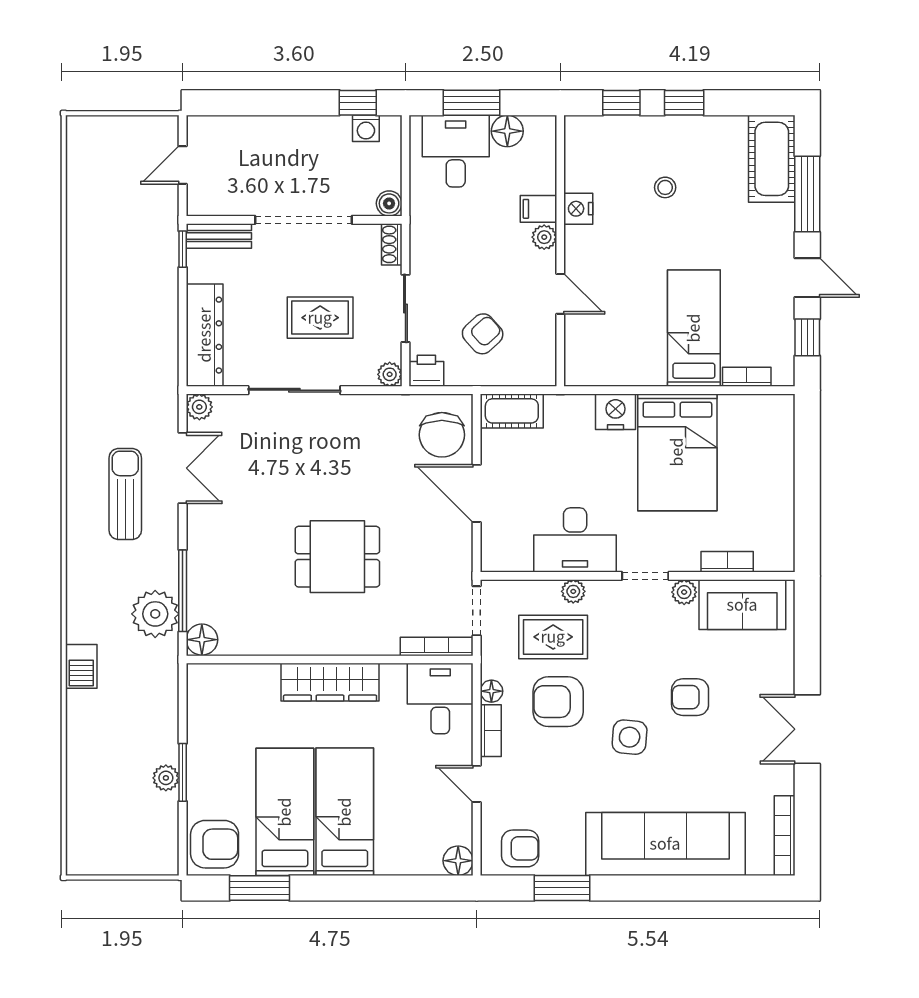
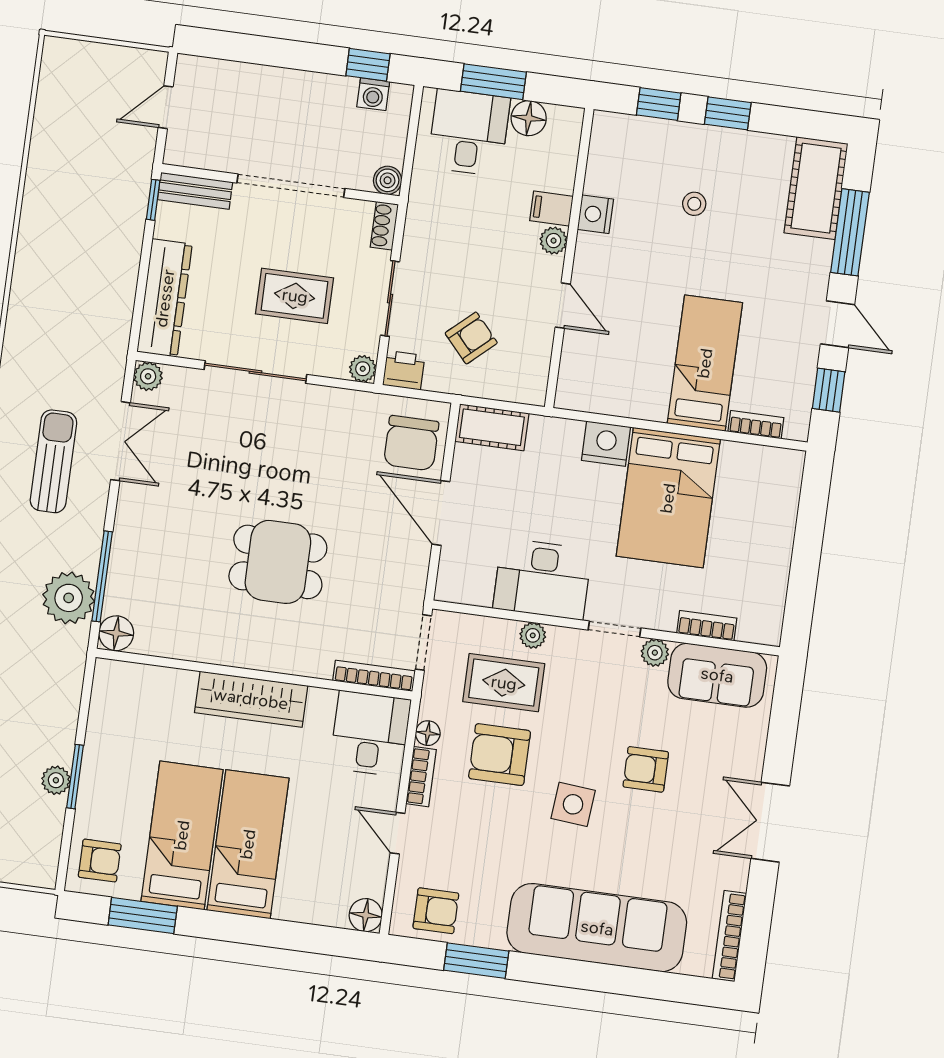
armchair: (215, 844) -> (100, 861), width x0.72, depth x0.72

